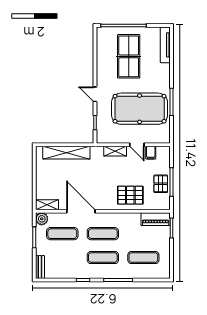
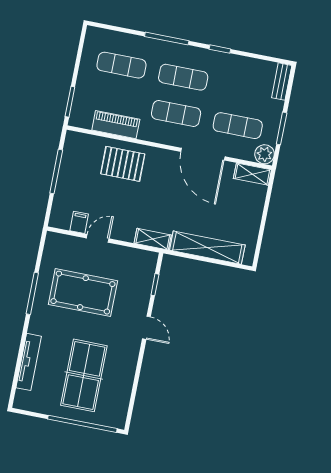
tv unit: (165, 45) -> (29, 362), moved
pool table: (140, 109) -> (83, 293), width x0.73, depth x0.76
door: (137, 145) -> (98, 238), hinge flipped
shelving: (115, 151) -> (153, 239), moved
pallet: (161, 184) -> (73, 172), removed
piano: (156, 219) -> (116, 125), moved

